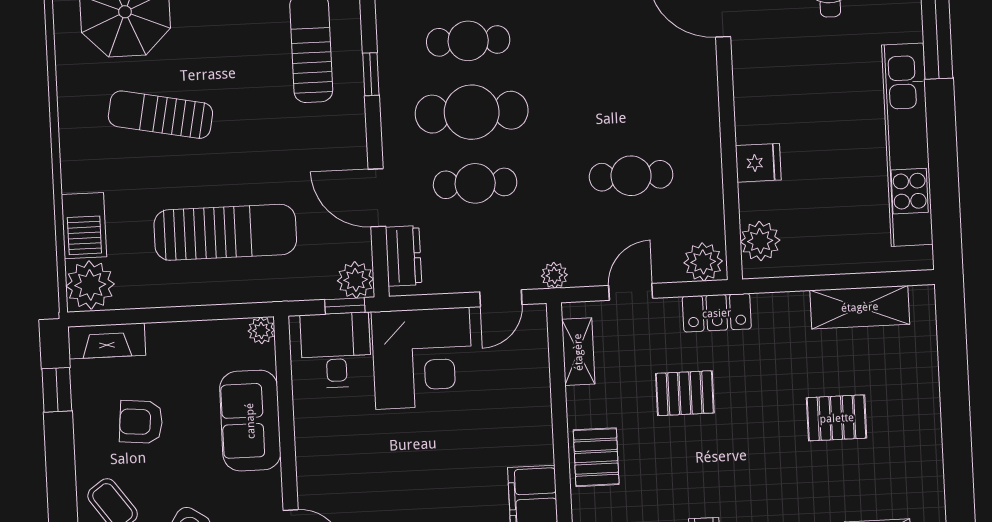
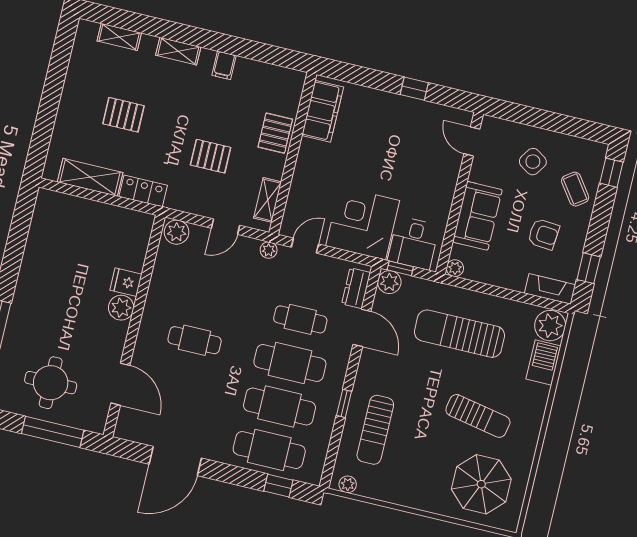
cafe table: (468, 41) -> (280, 406), width x1.37, depth x1.35
kitchen unit: (907, 145) -> (33, 267), removed
cafe table: (631, 176) -> (195, 340), moved
plant: (760, 241) -> (121, 308), moved
locker: (717, 313) -> (143, 191), moved

